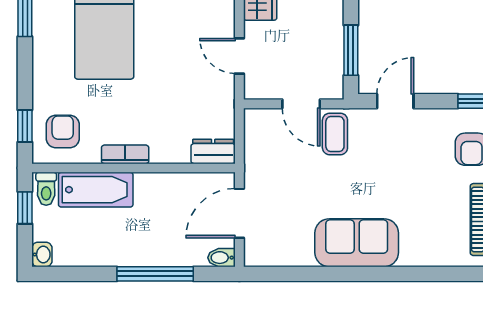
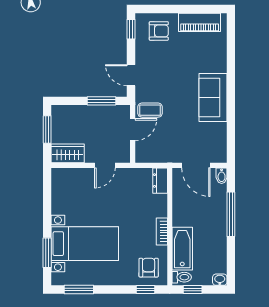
armchair: (63, 132) -> (149, 268), turned 90

